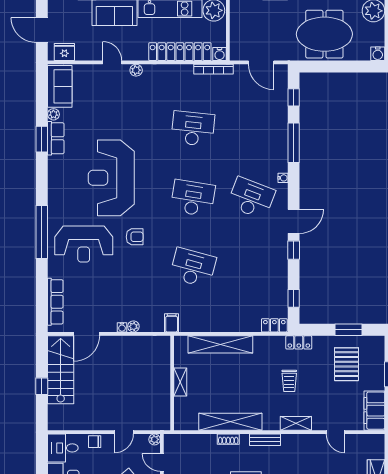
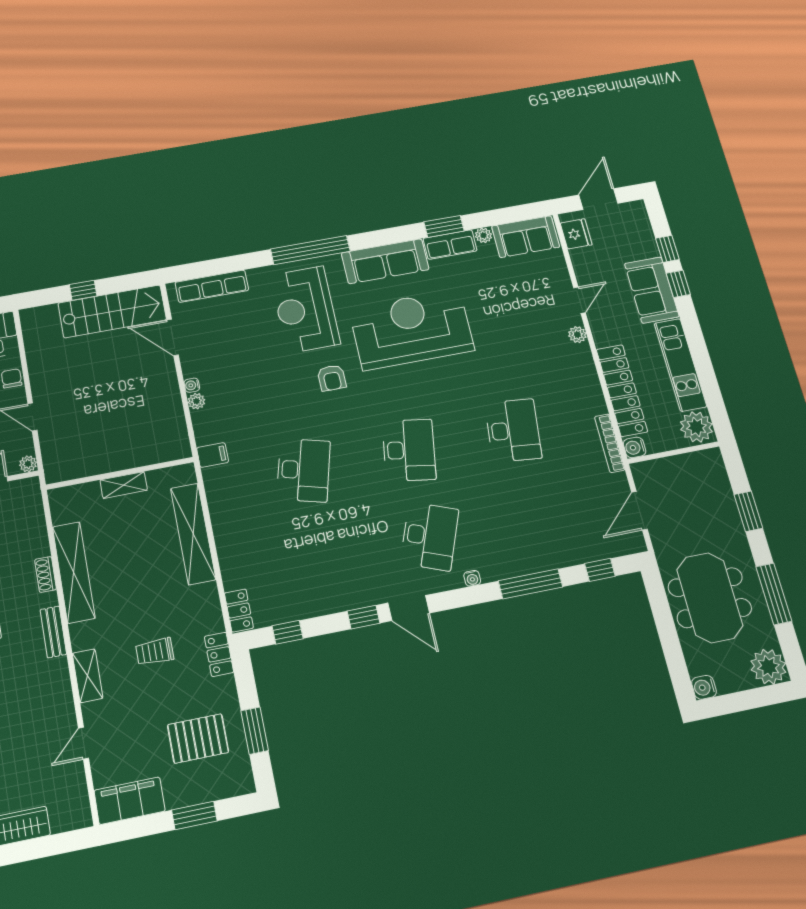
sofa: (60, 184) -> (385, 261), added

